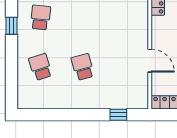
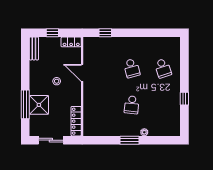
school desk: (40, 17) -> (132, 105), moved

